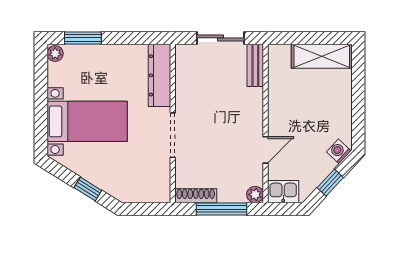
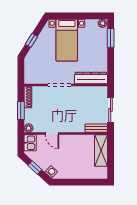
shelving: (322, 56) -> (101, 151), moved
window: (222, 209) -> (21, 111), width x0.69

